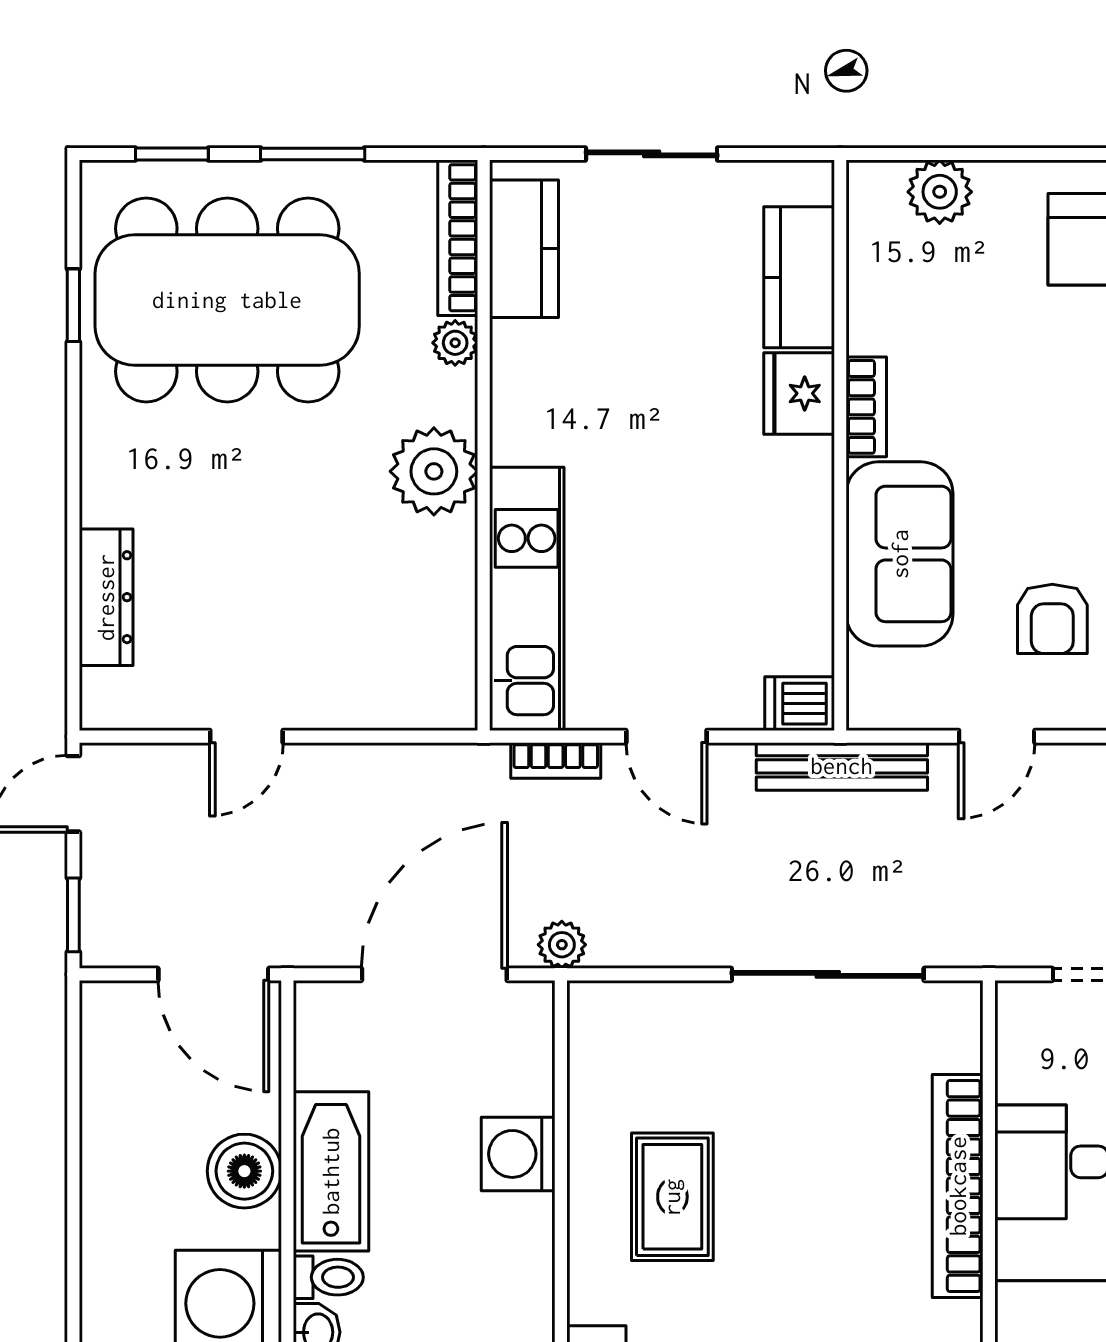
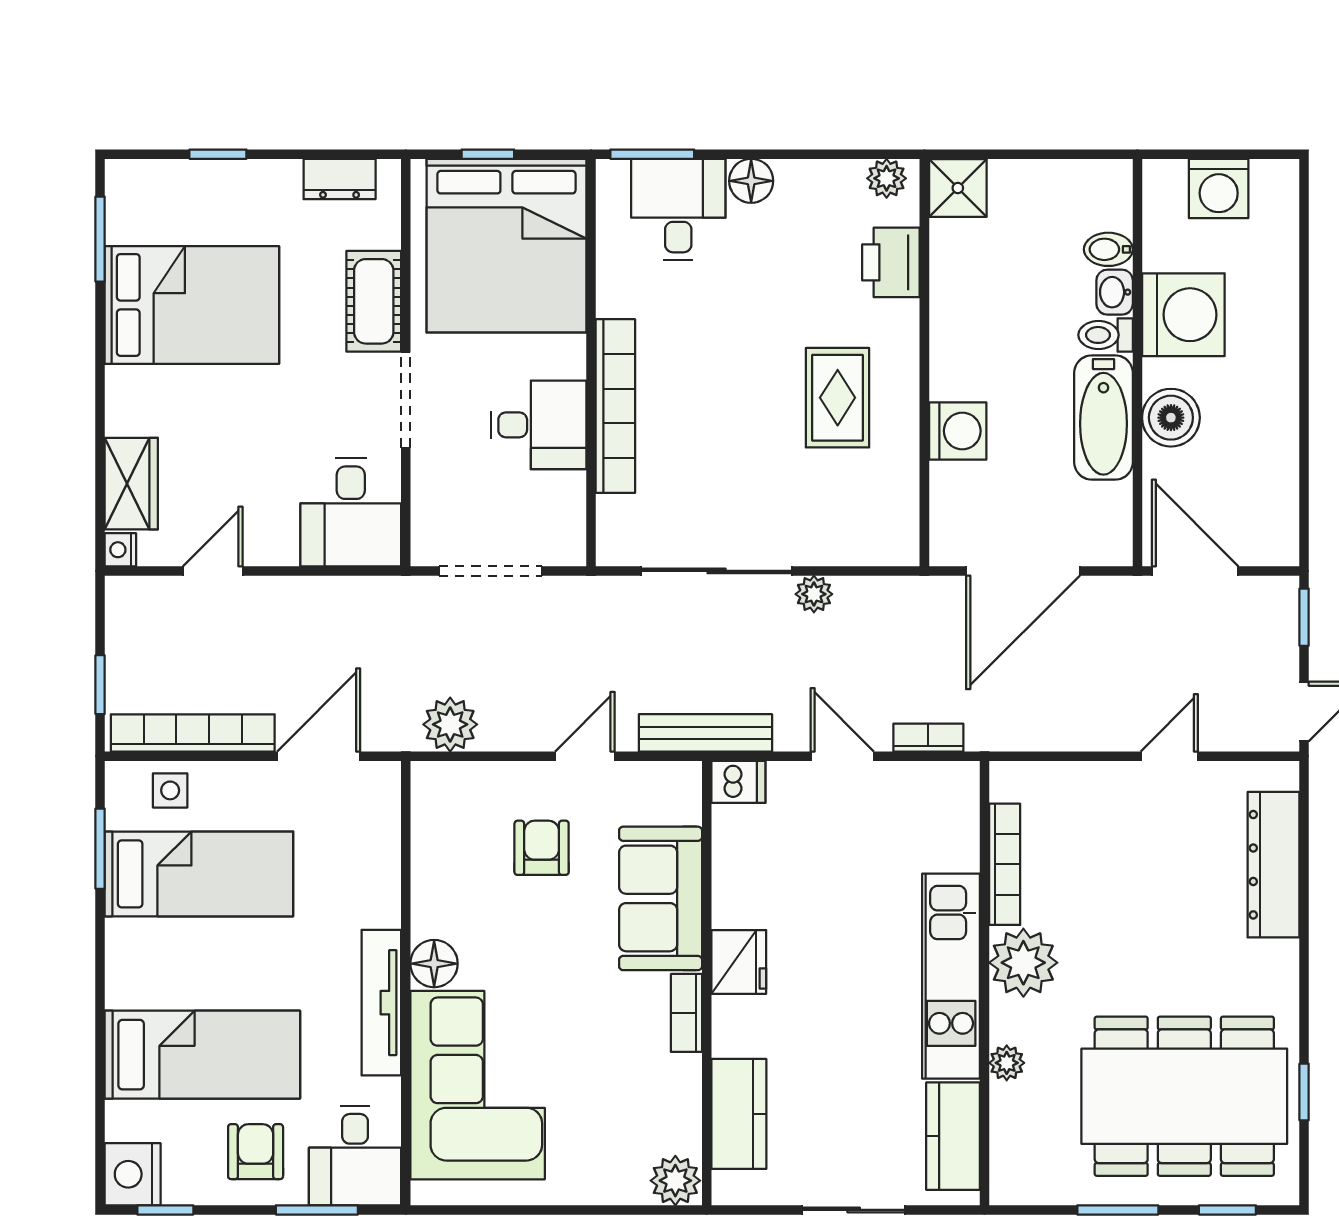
plant: (940, 192) -> (675, 1181), moved
bookcase: (458, 238) -> (1005, 864), moved
fridge: (799, 393) -> (739, 962), moved
dresser: (106, 597) -> (1274, 865), width x1.37, depth x1.24
kitchen unit: (527, 599) -> (951, 976), moved
plant: (562, 945) -> (814, 594), moved

